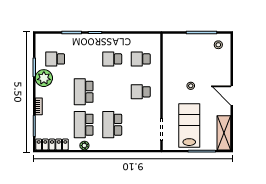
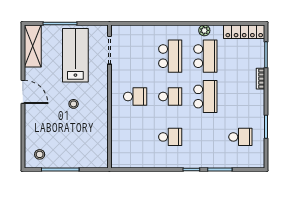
school desk: (141, 59) -> (170, 97), moved
plant: (44, 78) -> (254, 113), removed
lab bench: (189, 125) -> (75, 55), turned 180

